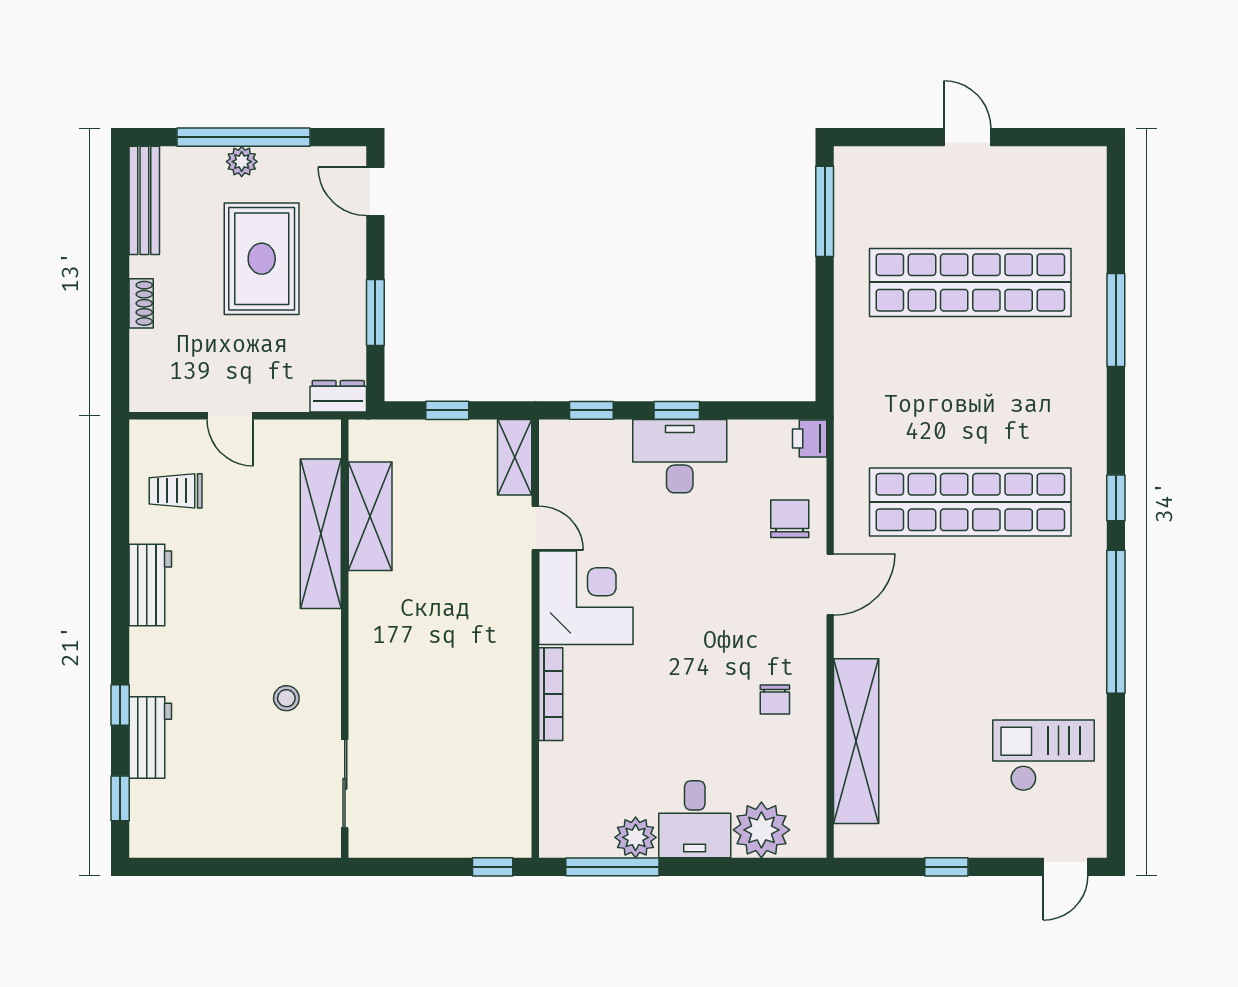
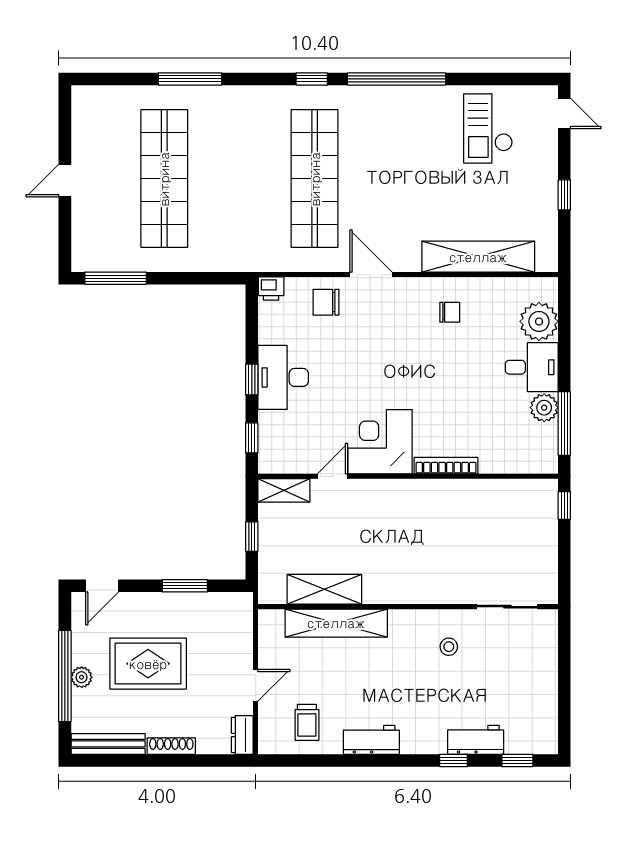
shoe rack: (141, 303) -> (171, 746), width x1.43
dresser: (338, 396) -> (242, 735), moved

